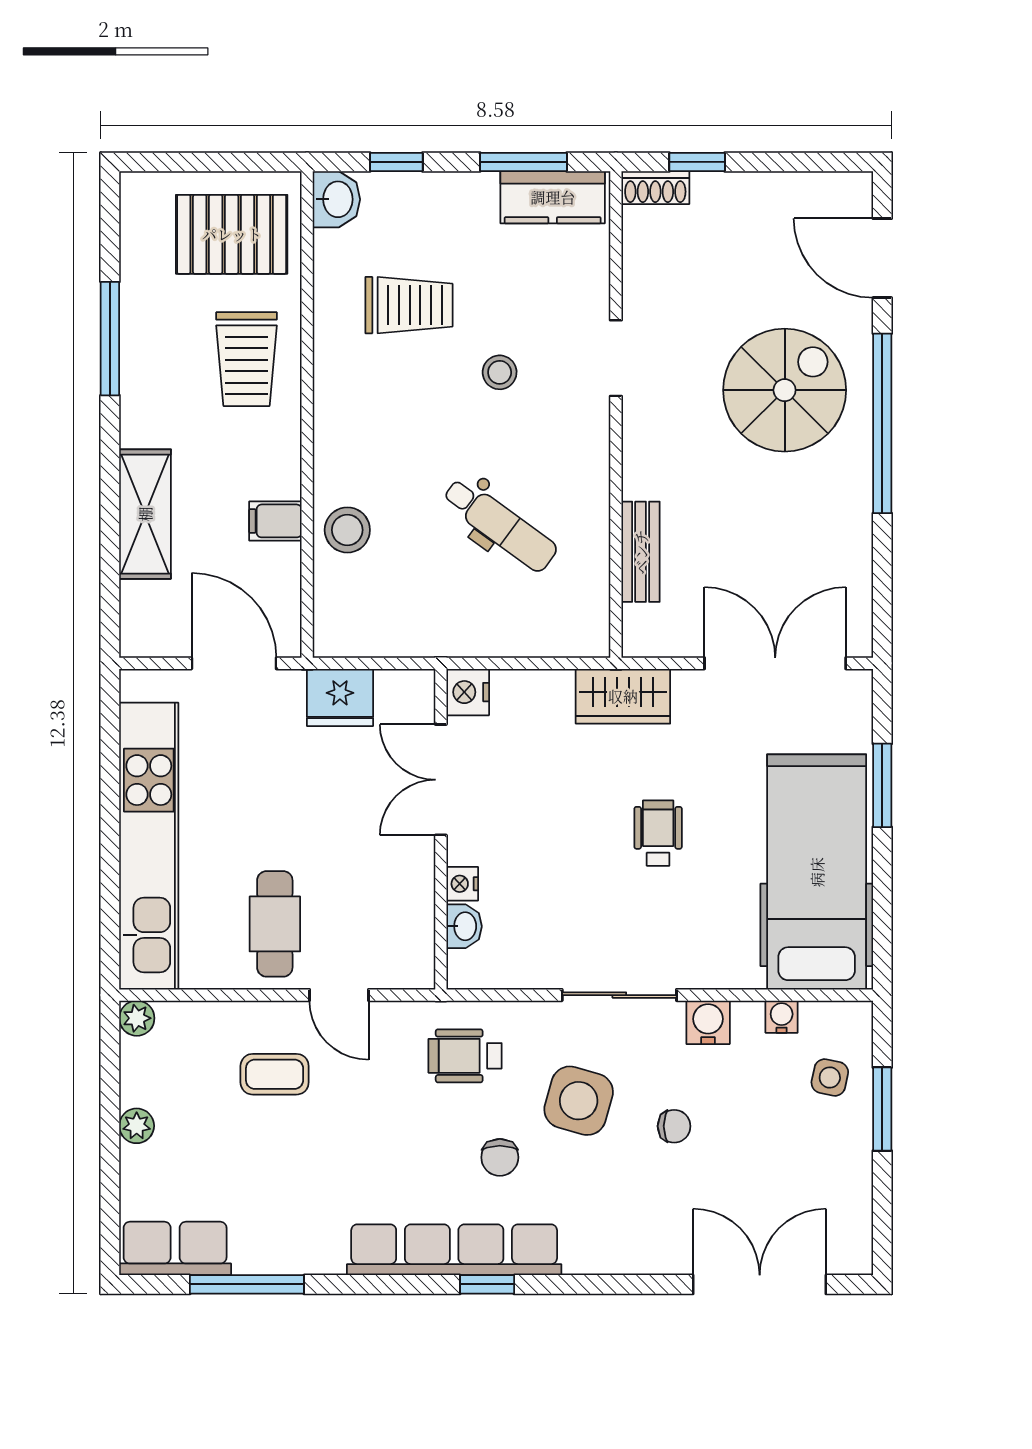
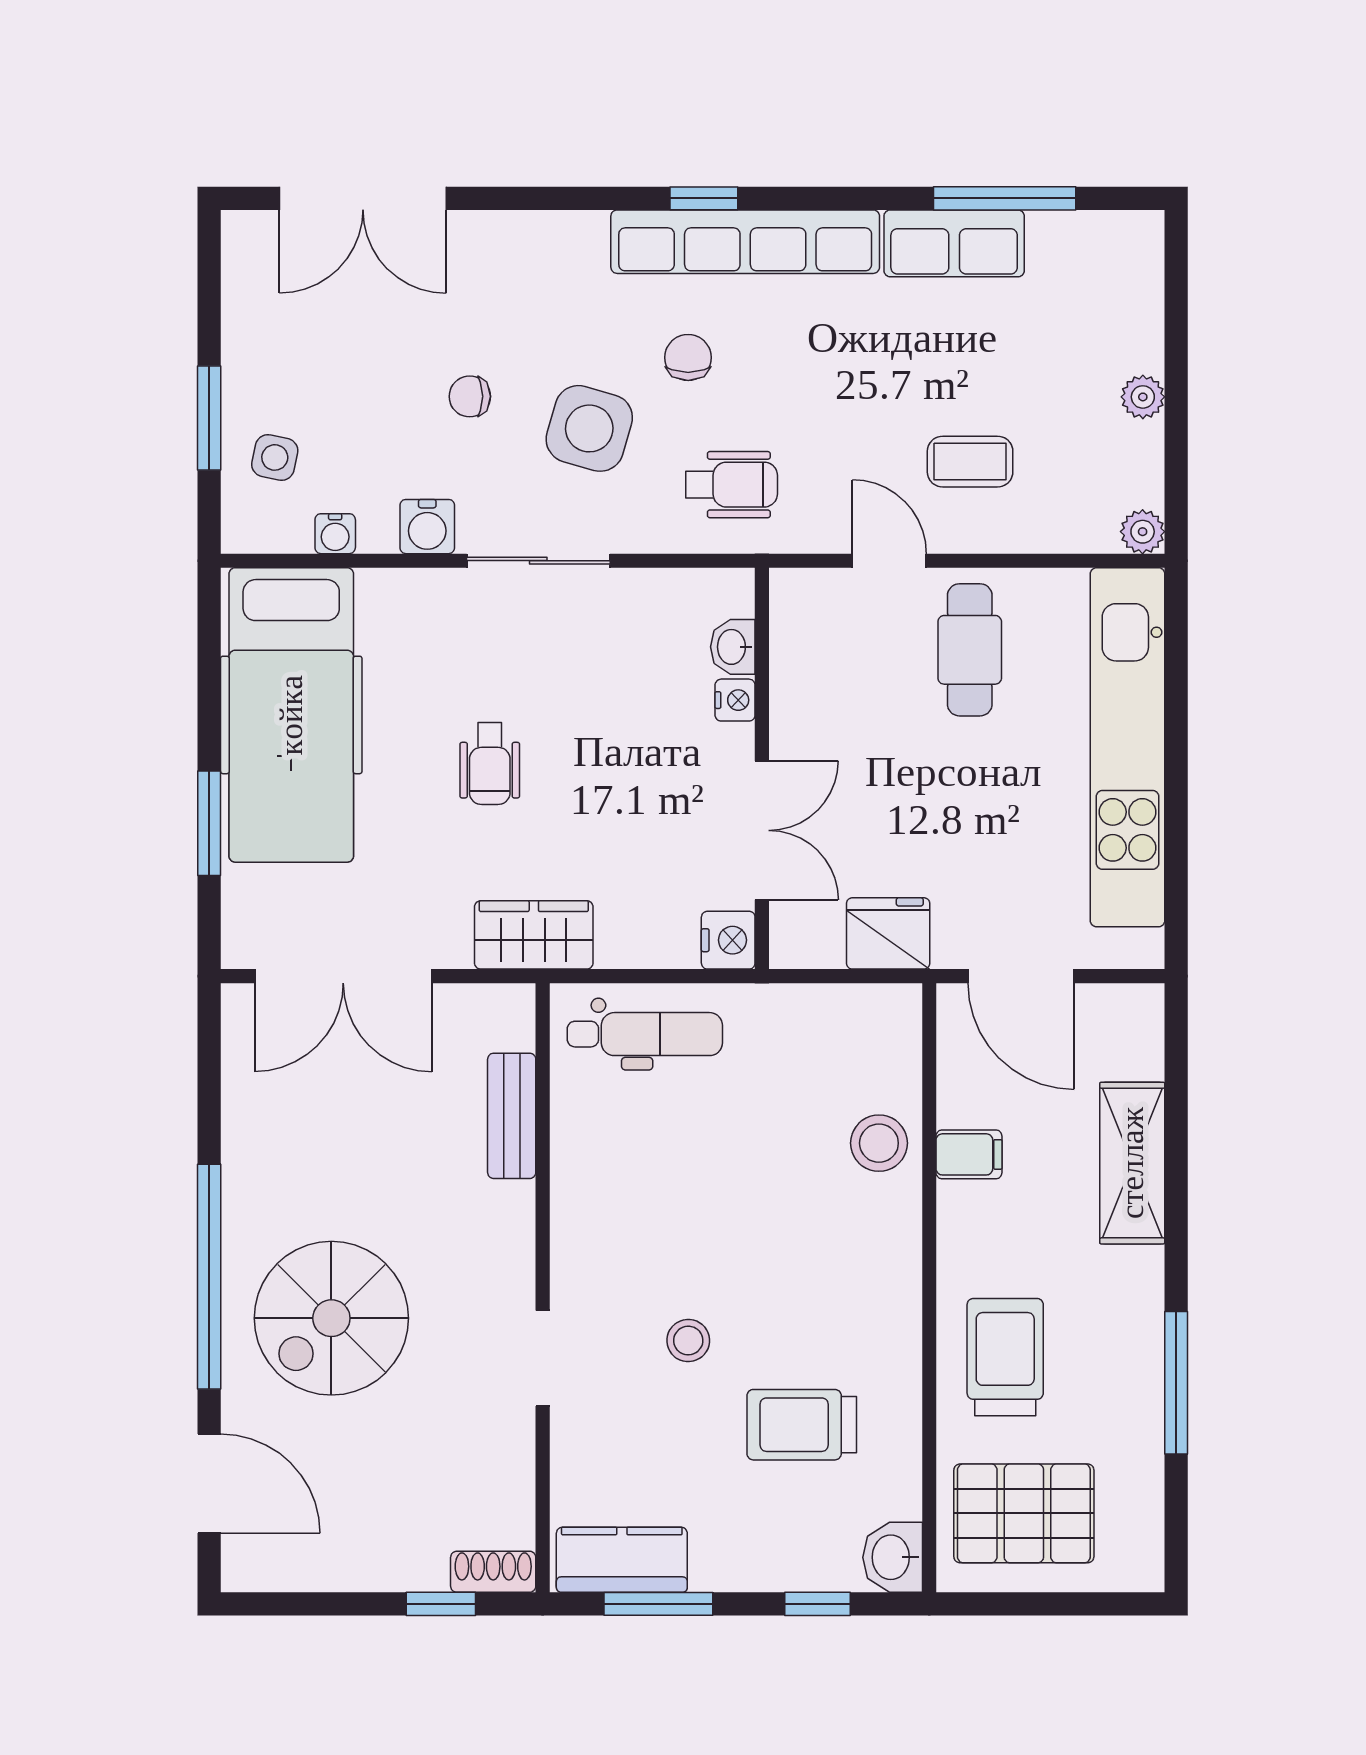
dental chair: (500, 525) -> (645, 1034), moved, turned 144
row of seats: (175, 1248) -> (954, 243), moved

